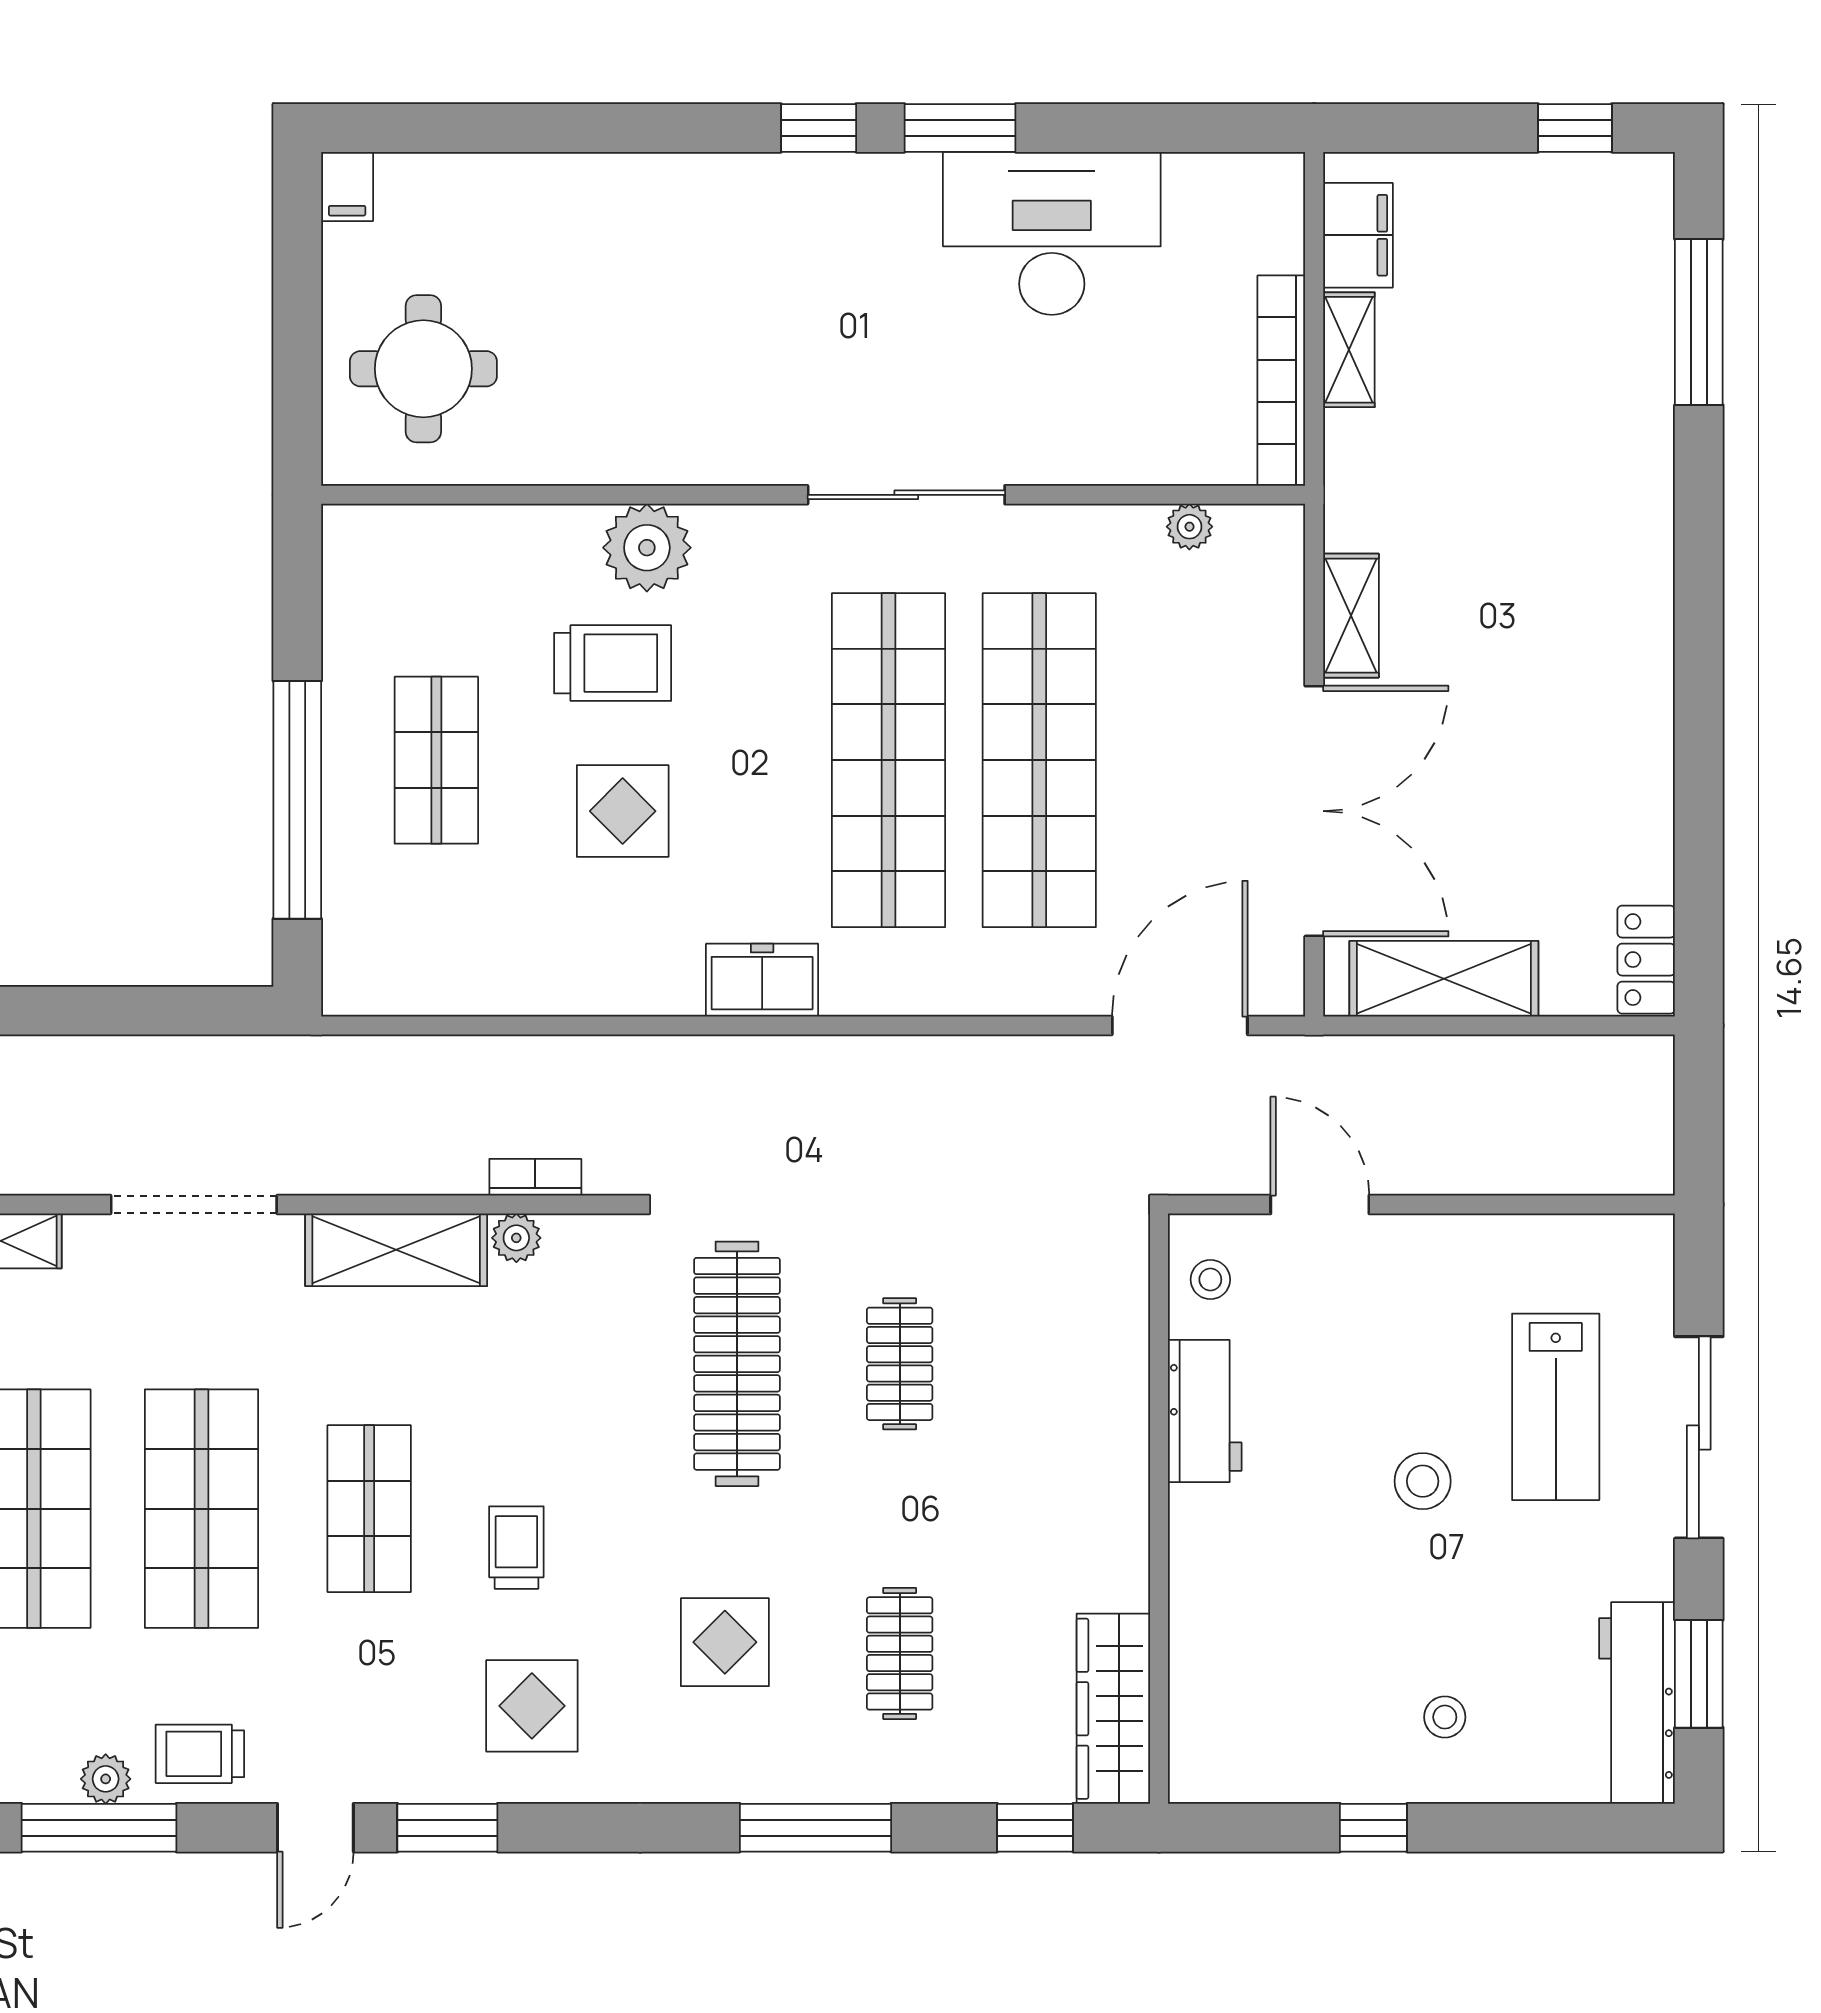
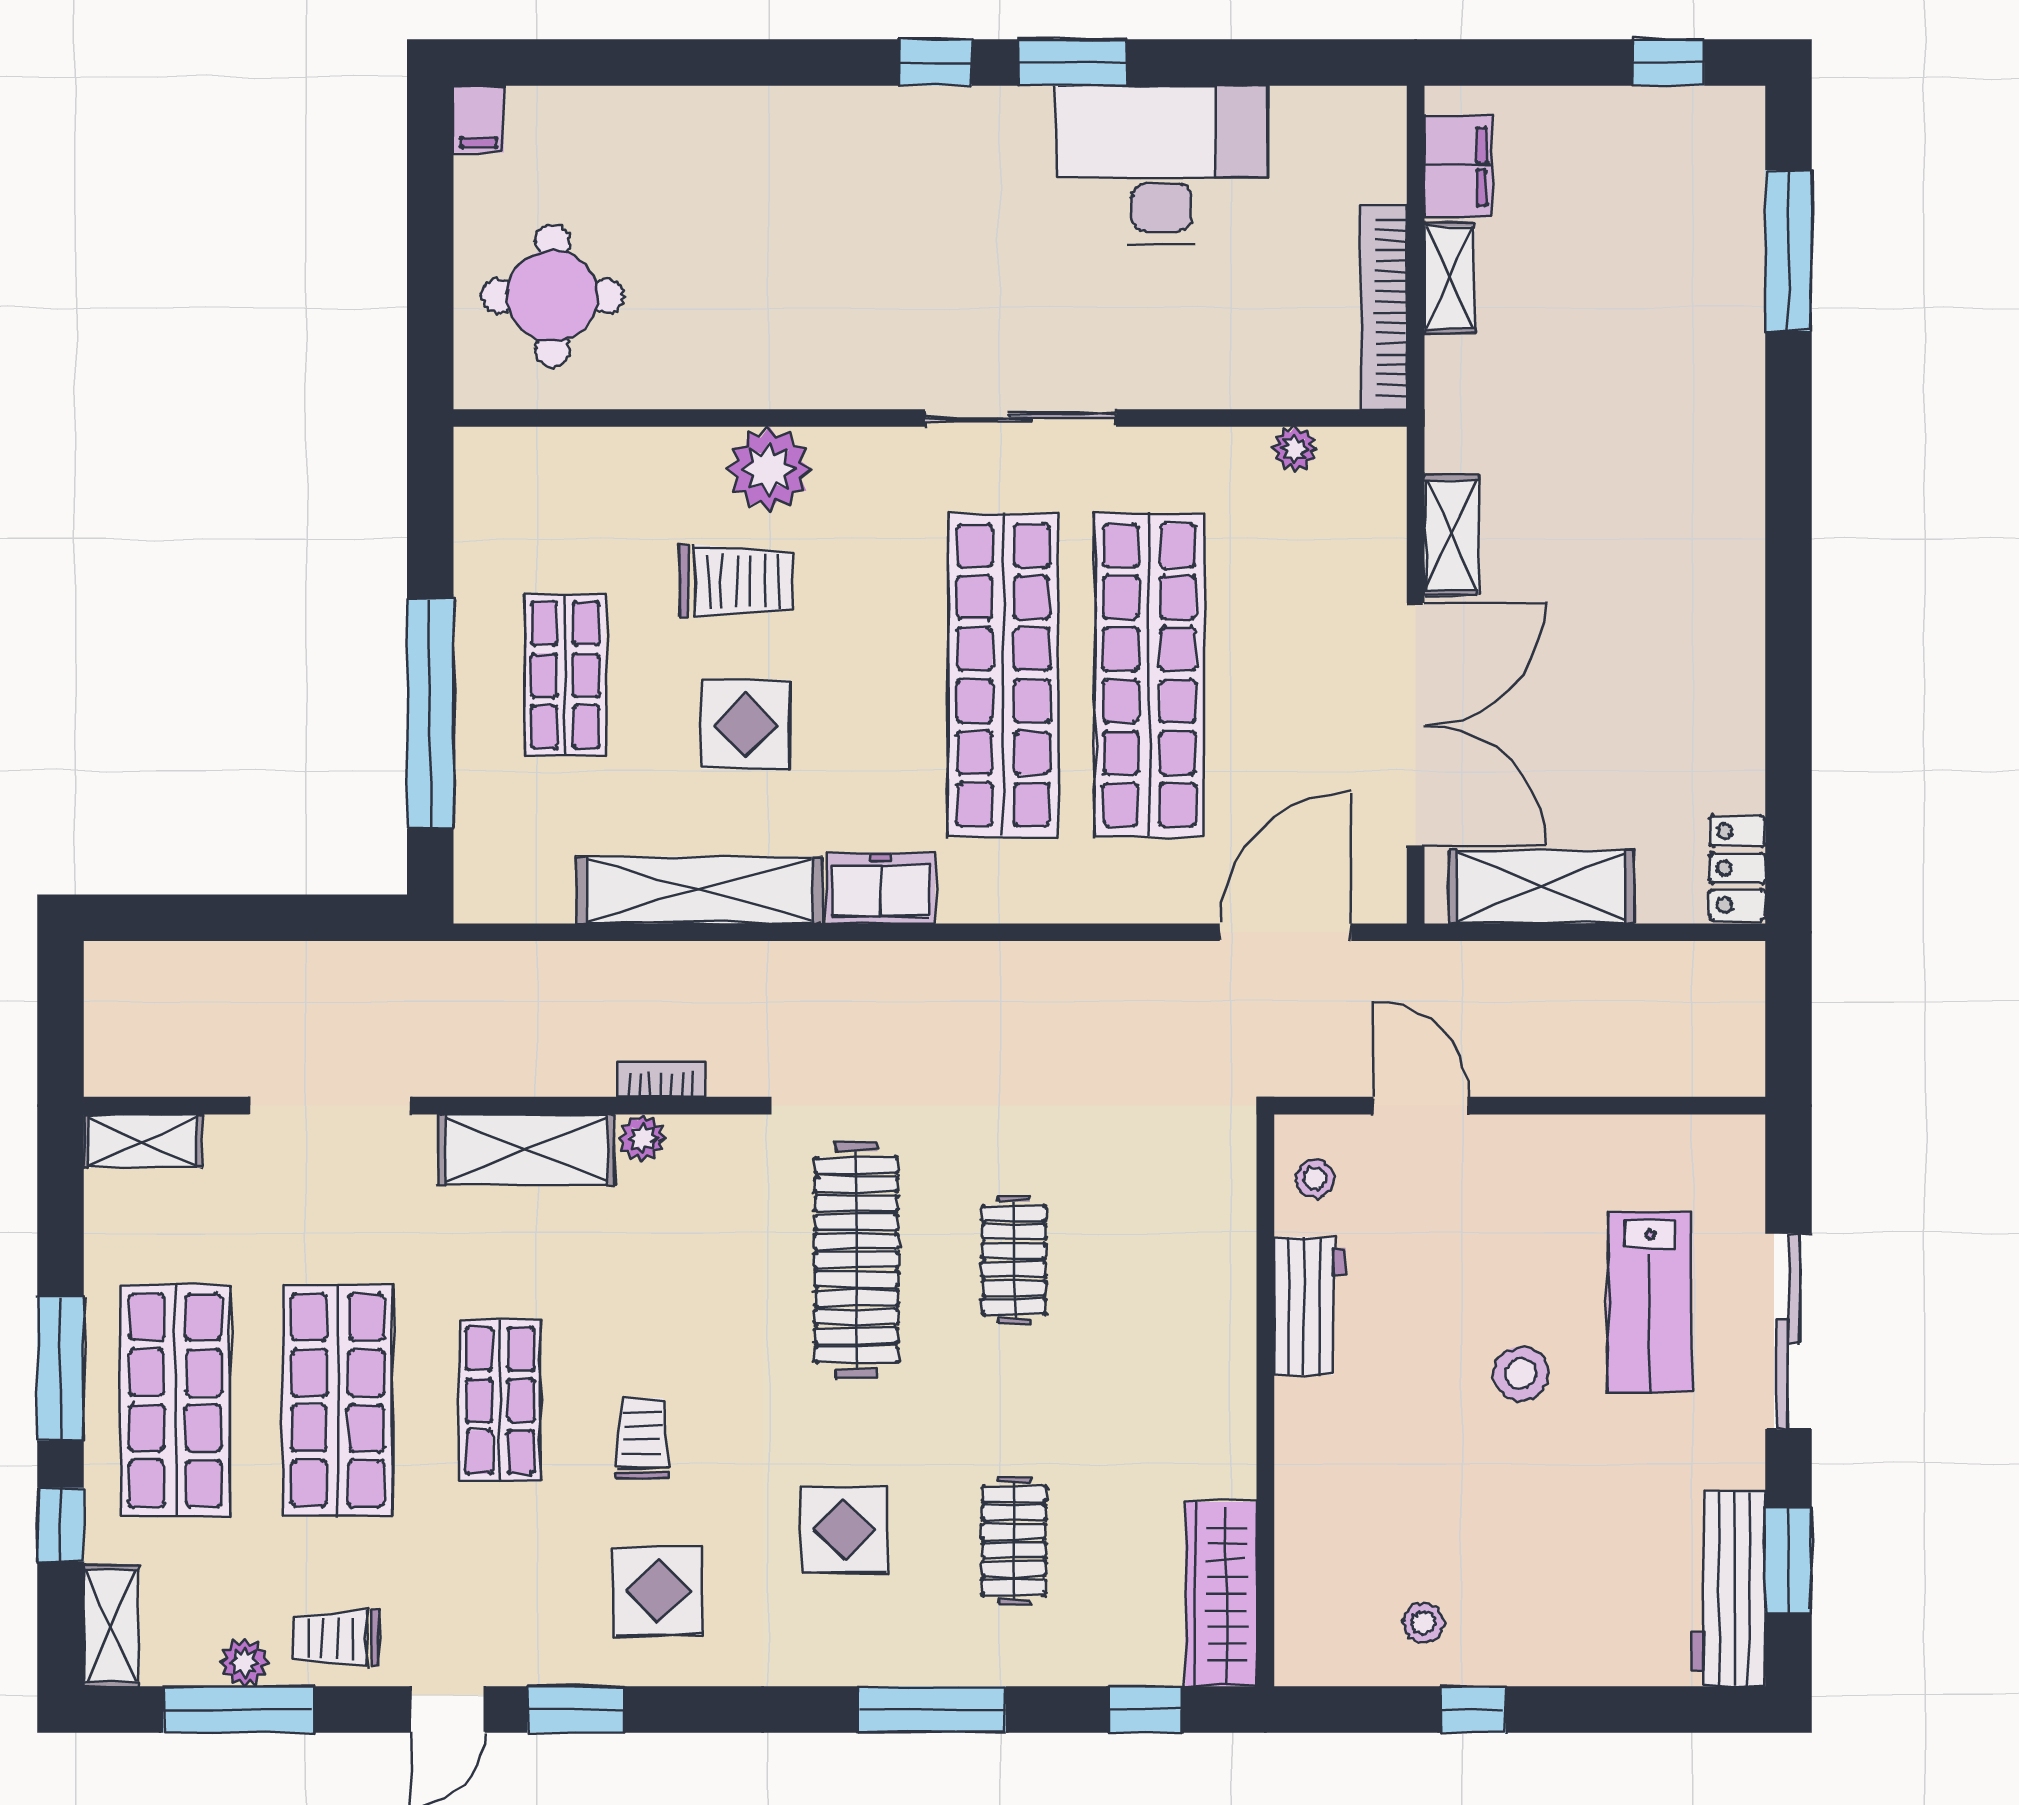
shelving: (575, 982) -> (699, 890), added
stool: (1445, 1717) -> (1423, 1623), moved

